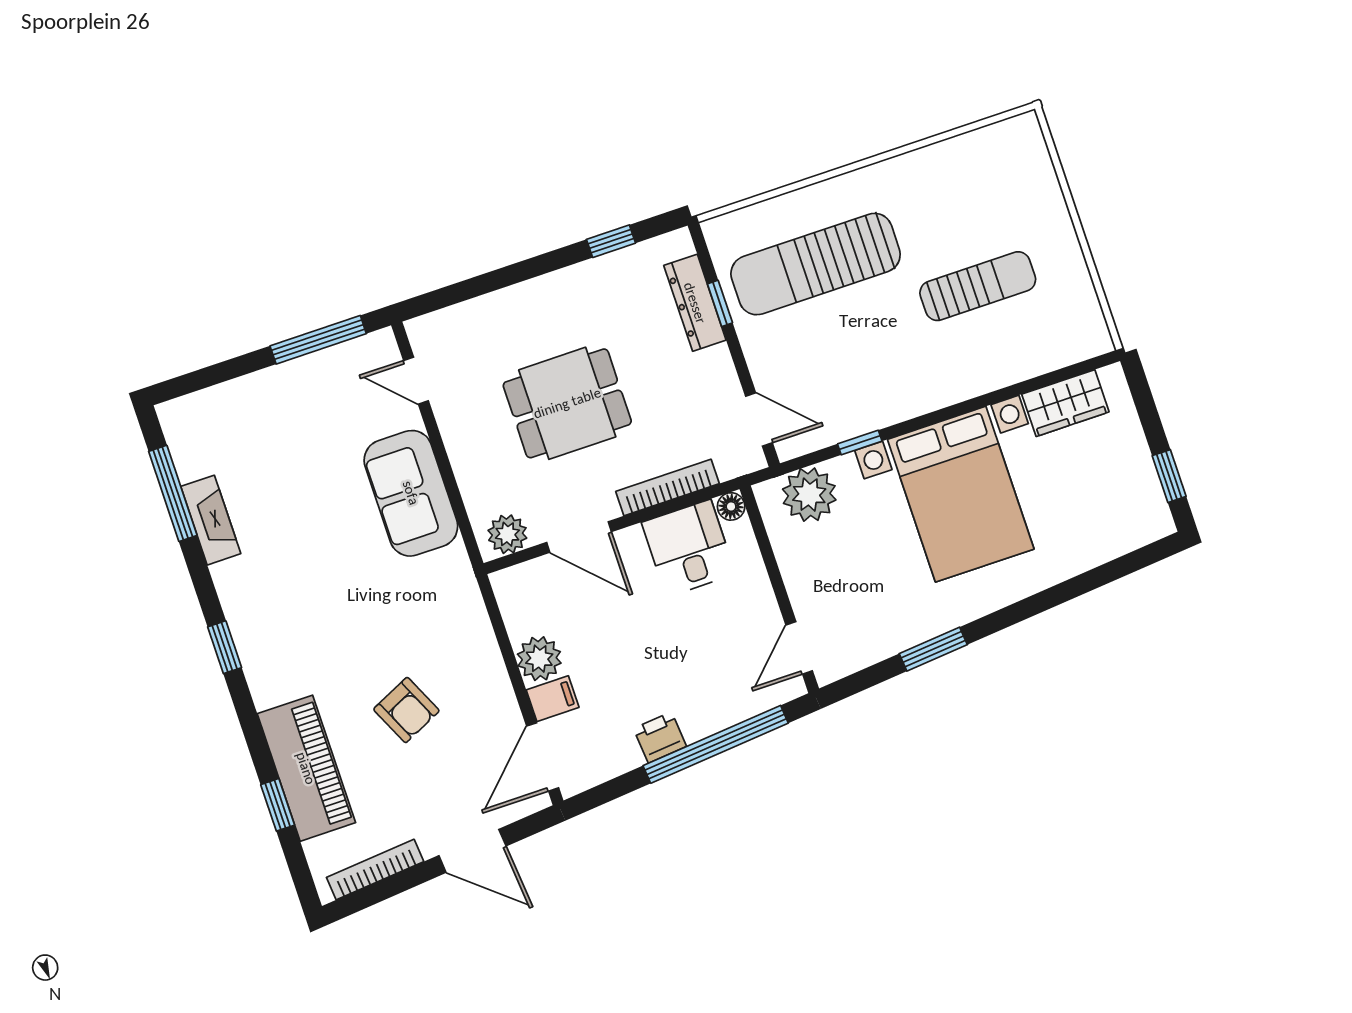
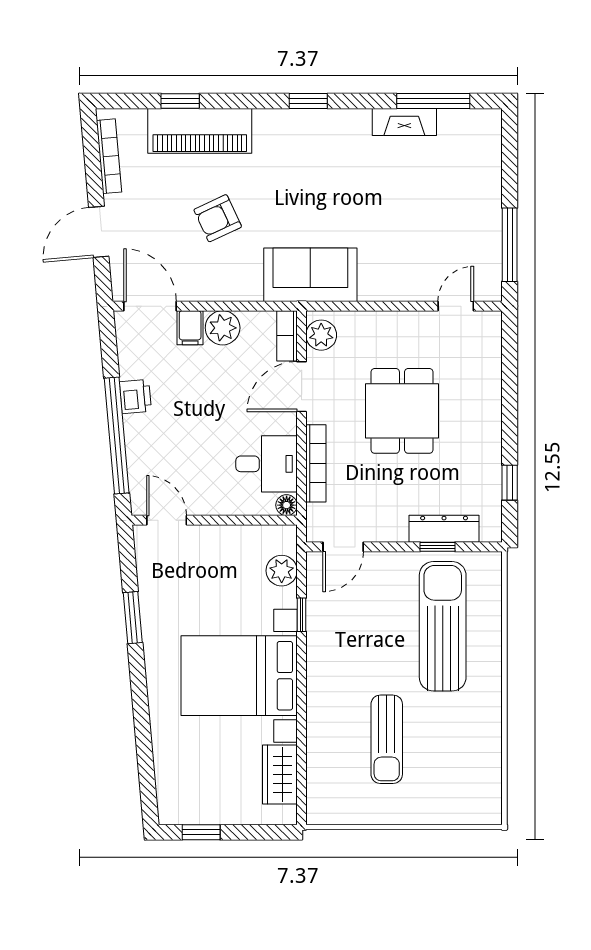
sofa: (411, 493) -> (310, 275), moved
plant: (809, 495) -> (282, 571), width x0.73, depth x0.73
bookcase: (522, 576) -> (287, 336), added

